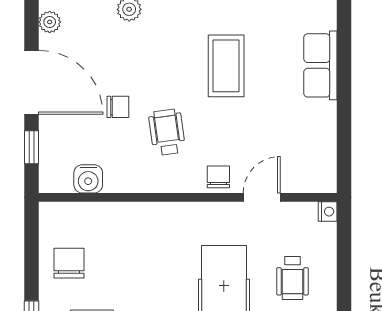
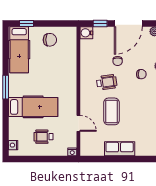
row of seats: (320, 65) -> (120, 149), moved
coffee table: (226, 66) -> (111, 111), moved, turned 90
chair: (218, 177) -> (141, 74), moved
water cooler: (88, 179) -> (86, 33), moved

